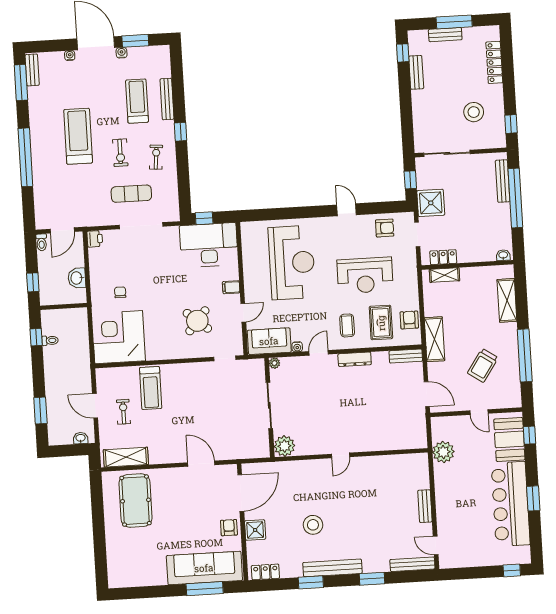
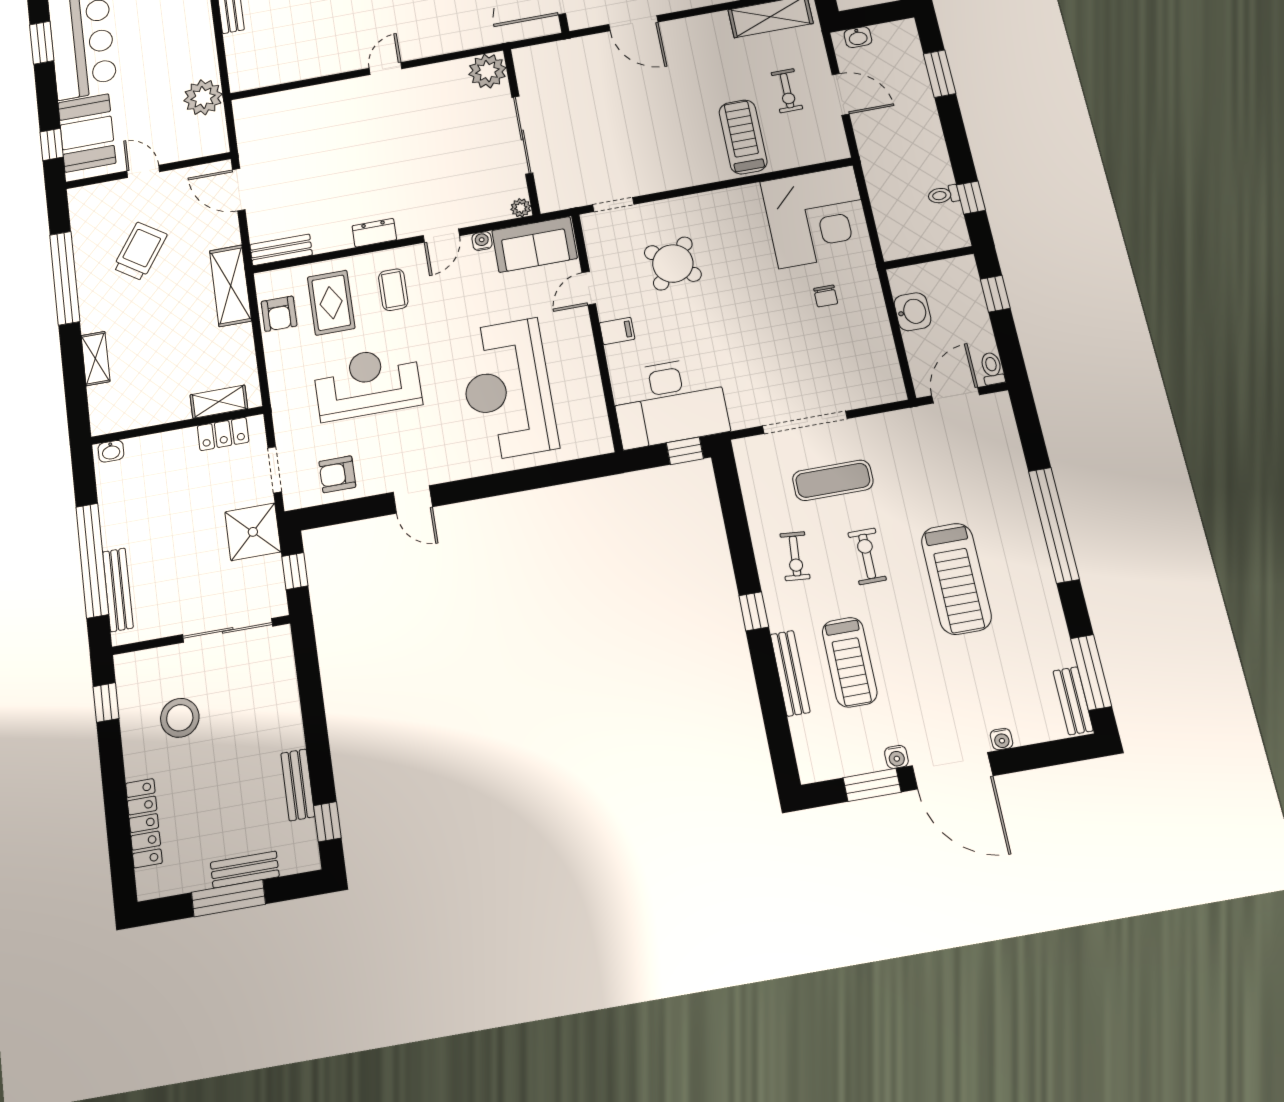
printer: (95, 239) -> (890, 387), removed
shelving: (507, 300) -> (95, 359), width x0.67, depth x0.75
dresser: (355, 359) -> (374, 233), width x0.70

